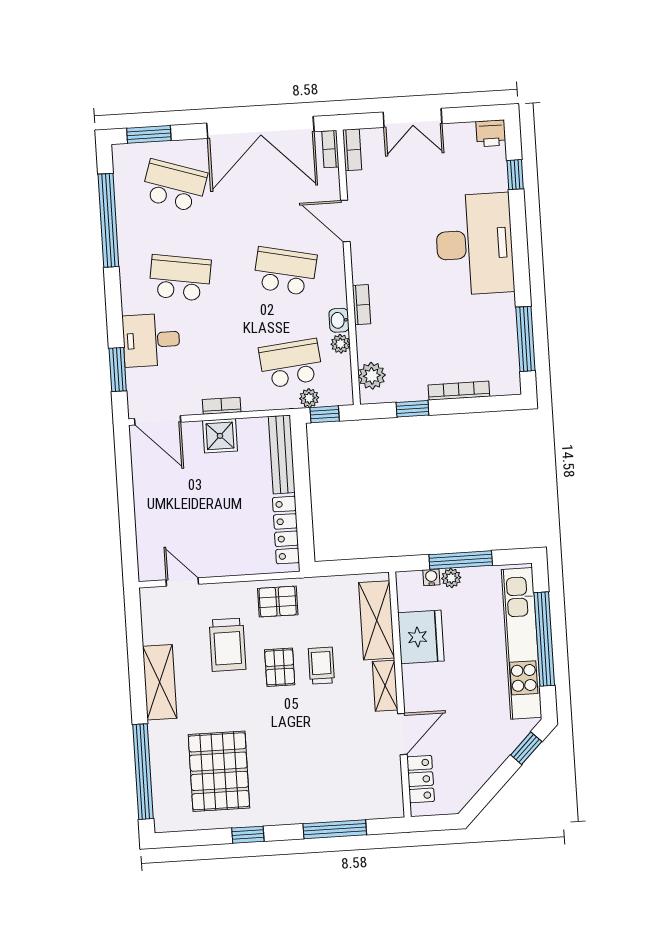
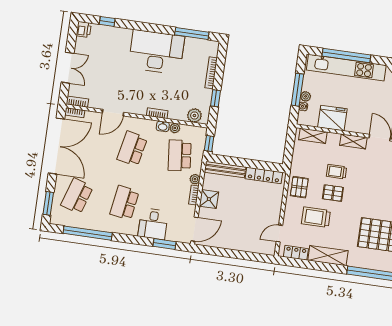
desk: (474, 244) -> (156, 52), moved
plant: (309, 398) -> (195, 179), moved
shelving: (377, 620) -> (313, 136), width x0.67, depth x0.75
locker: (152, 621) -> (296, 253), added
trolley: (228, 645) -> (316, 217), turned 180

